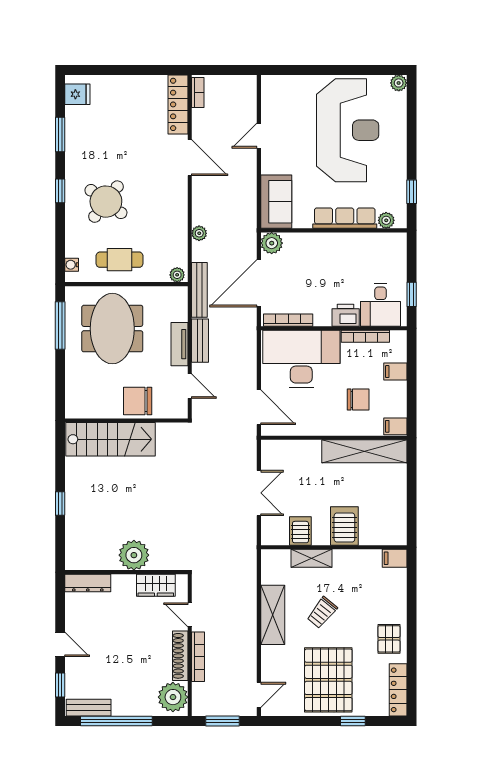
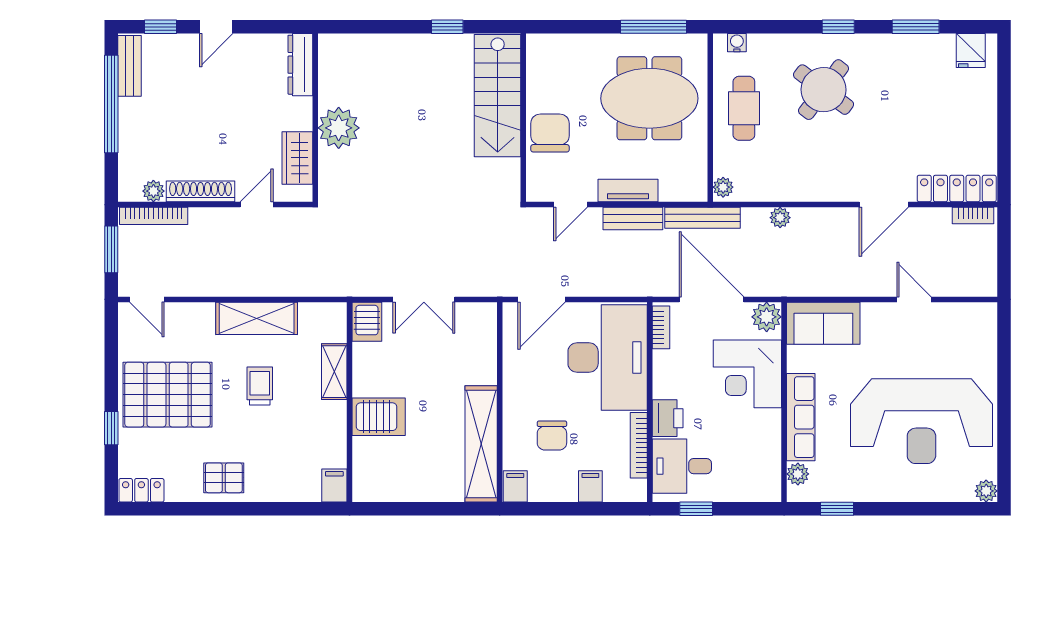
corner desk: (313, 257) -> (747, 374), added
bookcase: (288, 320) -> (661, 327), width x0.64
window: (60, 504) -> (447, 27), moved
server rack: (300, 531) -> (367, 322), moved, turned 90
trolley: (322, 613) -> (260, 386), turned 51
bookcase: (198, 657) -> (154, 216), moved
locker: (398, 690) -> (141, 490), width x0.66
plant: (173, 697) -> (153, 191), width x0.53, depth x0.53

